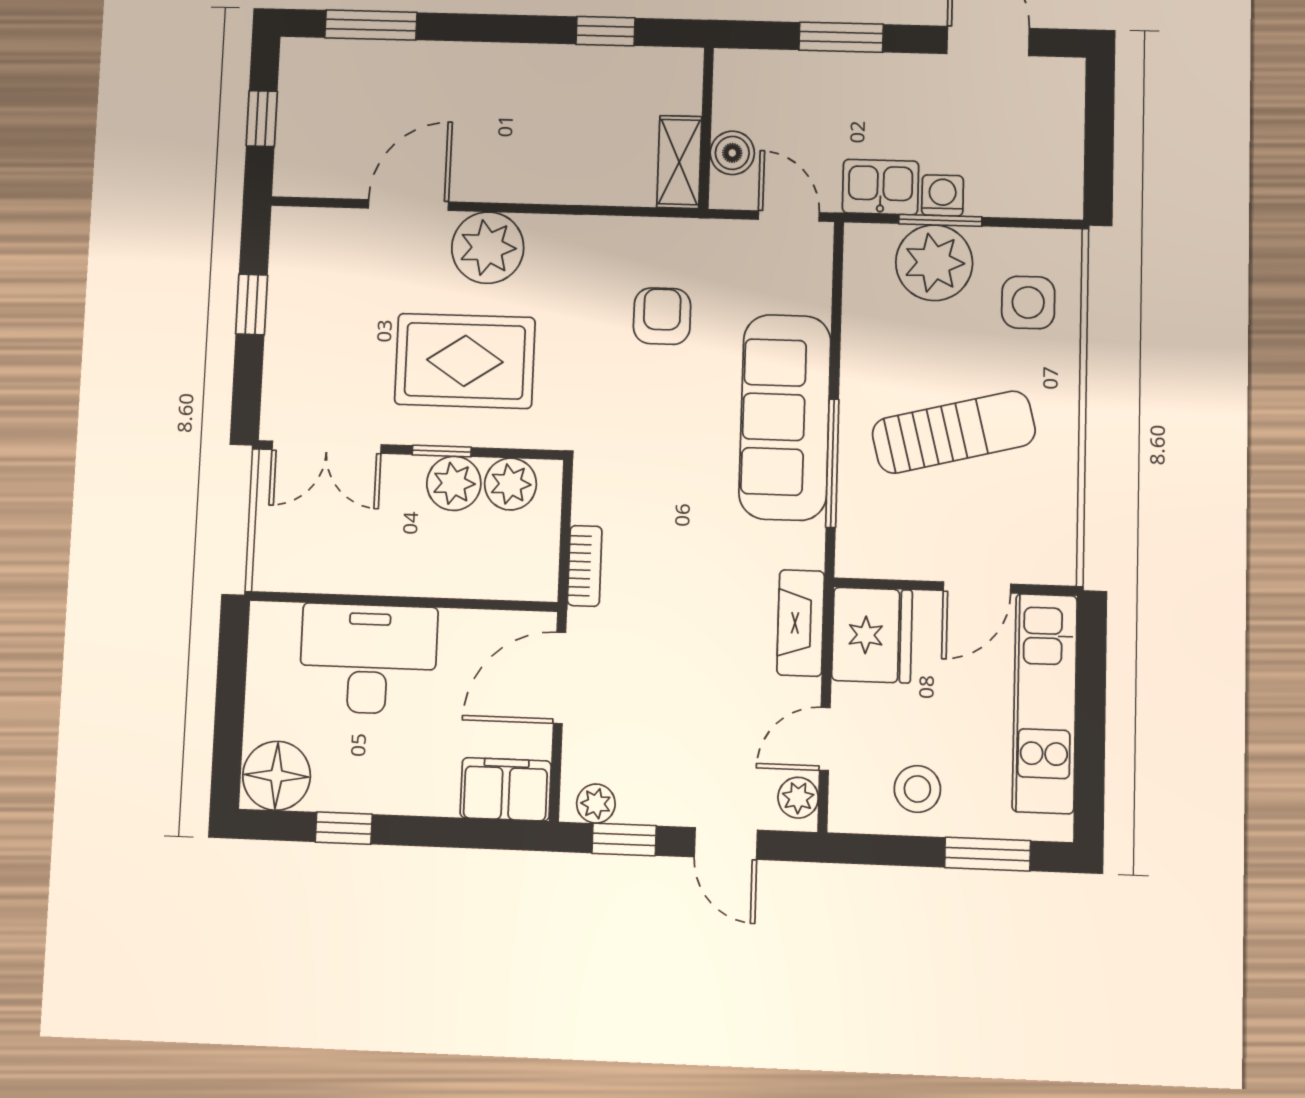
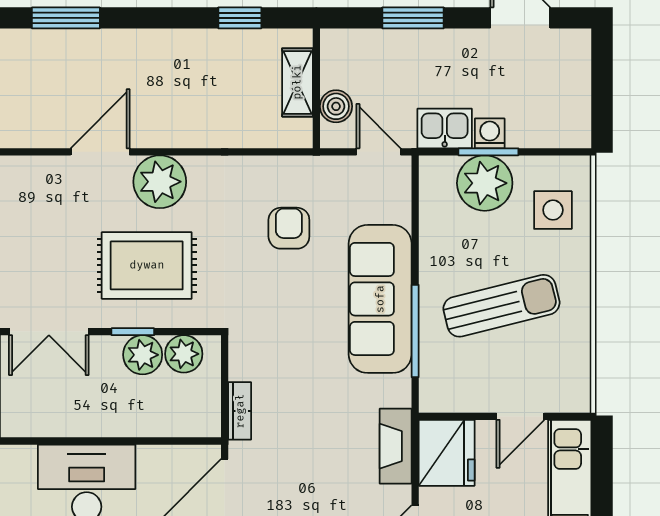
shelving: (679, 162) -> (297, 82), moved

